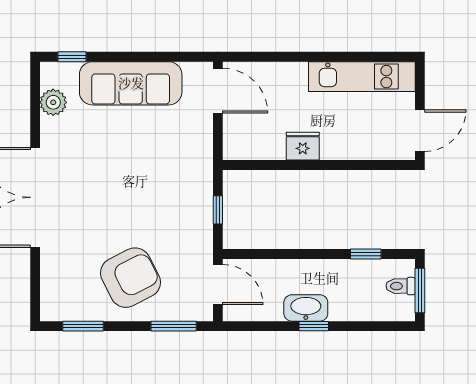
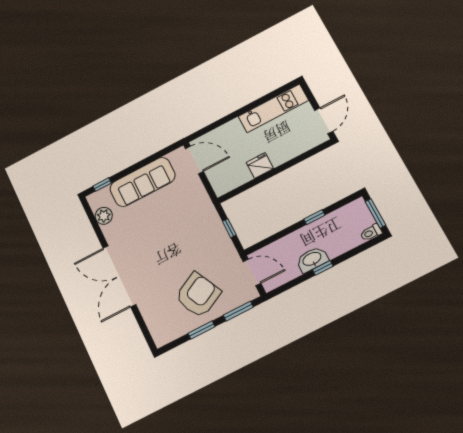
window: (366, 254) -> (314, 217), moved
toilet: (401, 286) -> (371, 233), moved
window: (83, 326) -> (201, 330), moved

